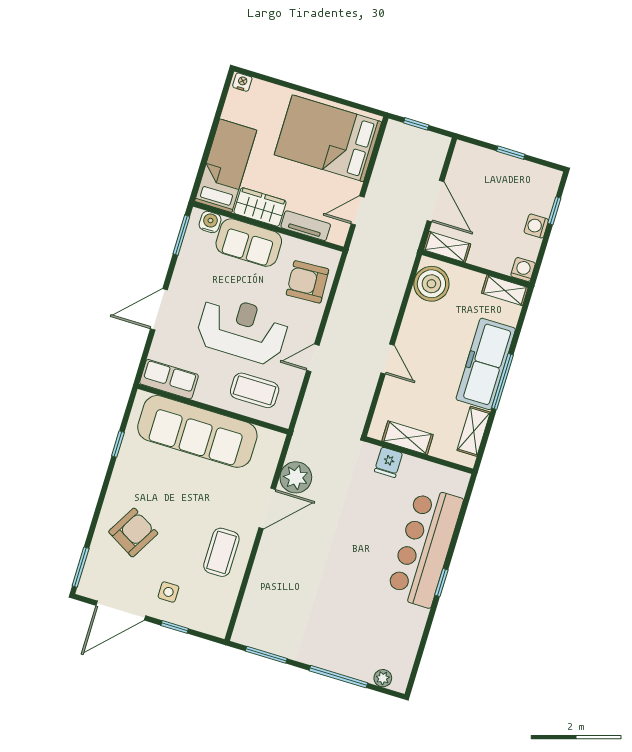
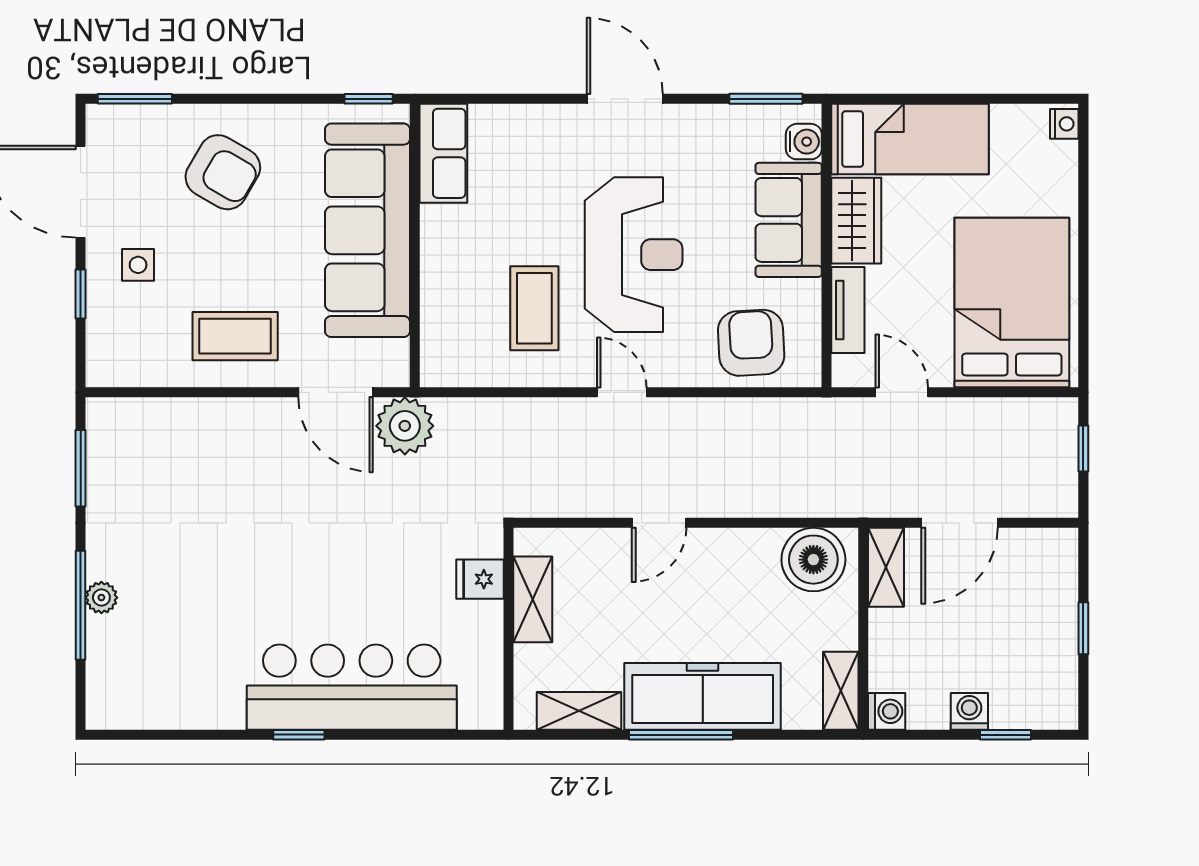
row of seats: (169, 379) -> (443, 153), moved
wall: (213, 409) -> (415, 246), moved
sofa: (197, 431) -> (367, 230), moved
plant: (383, 678) -> (101, 598), moved

